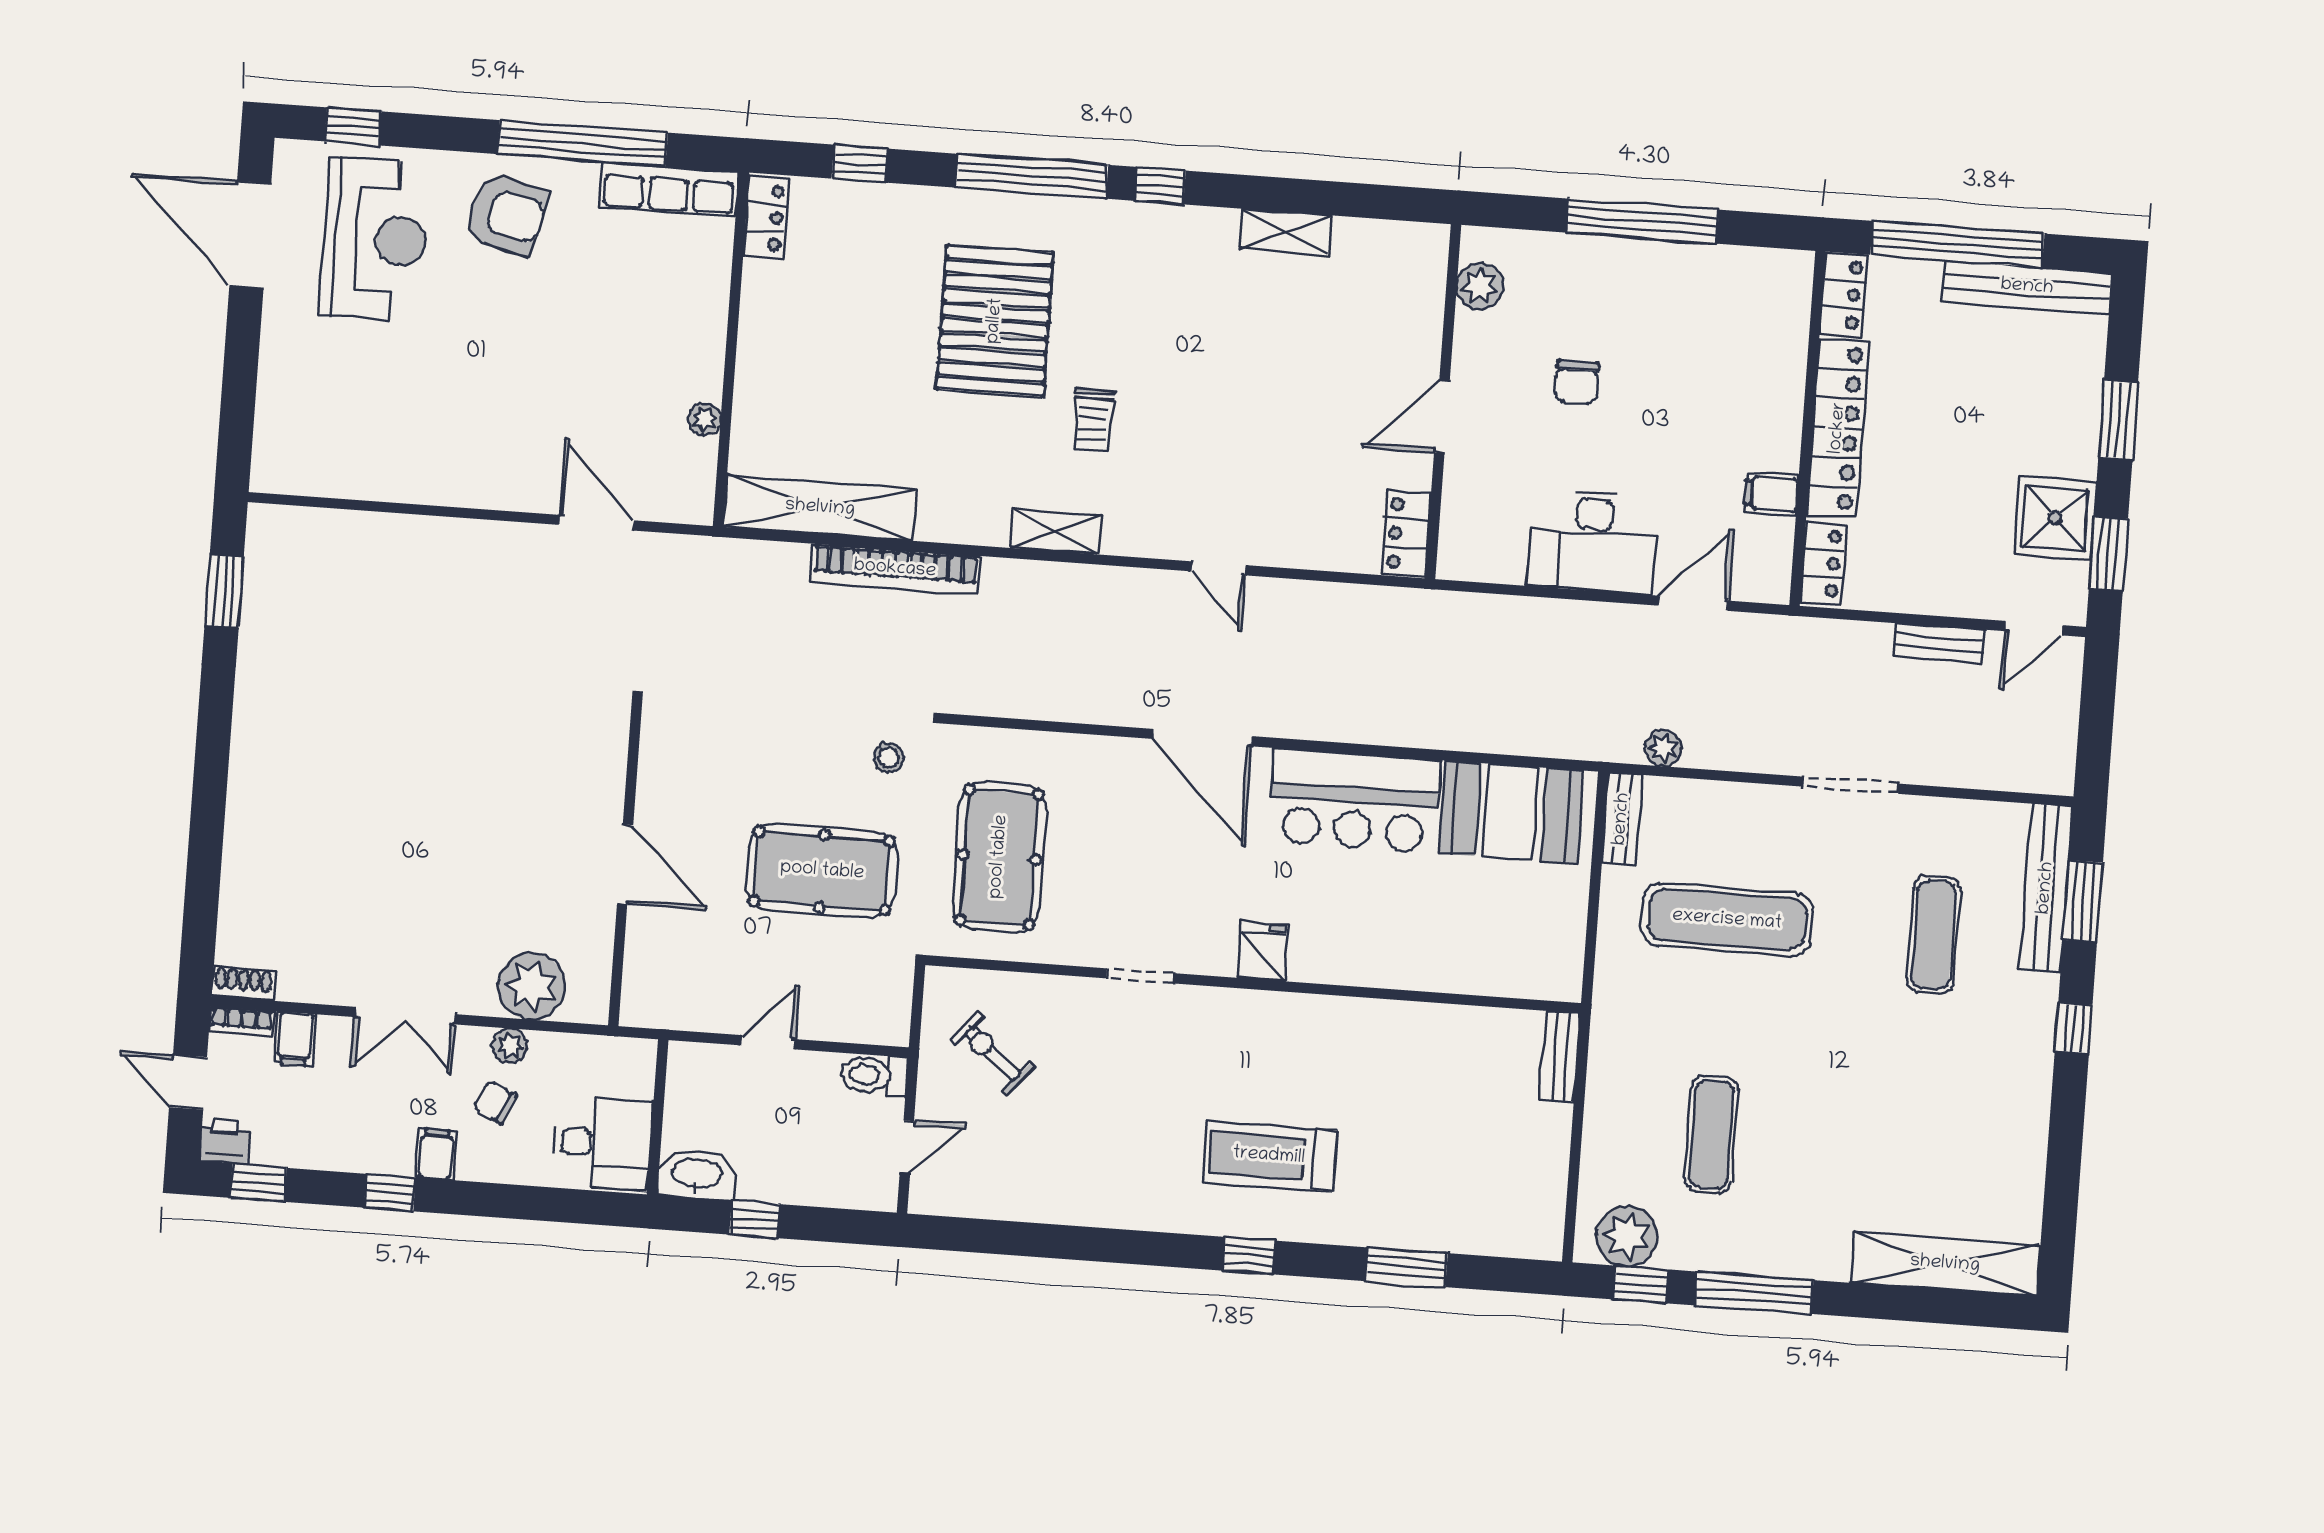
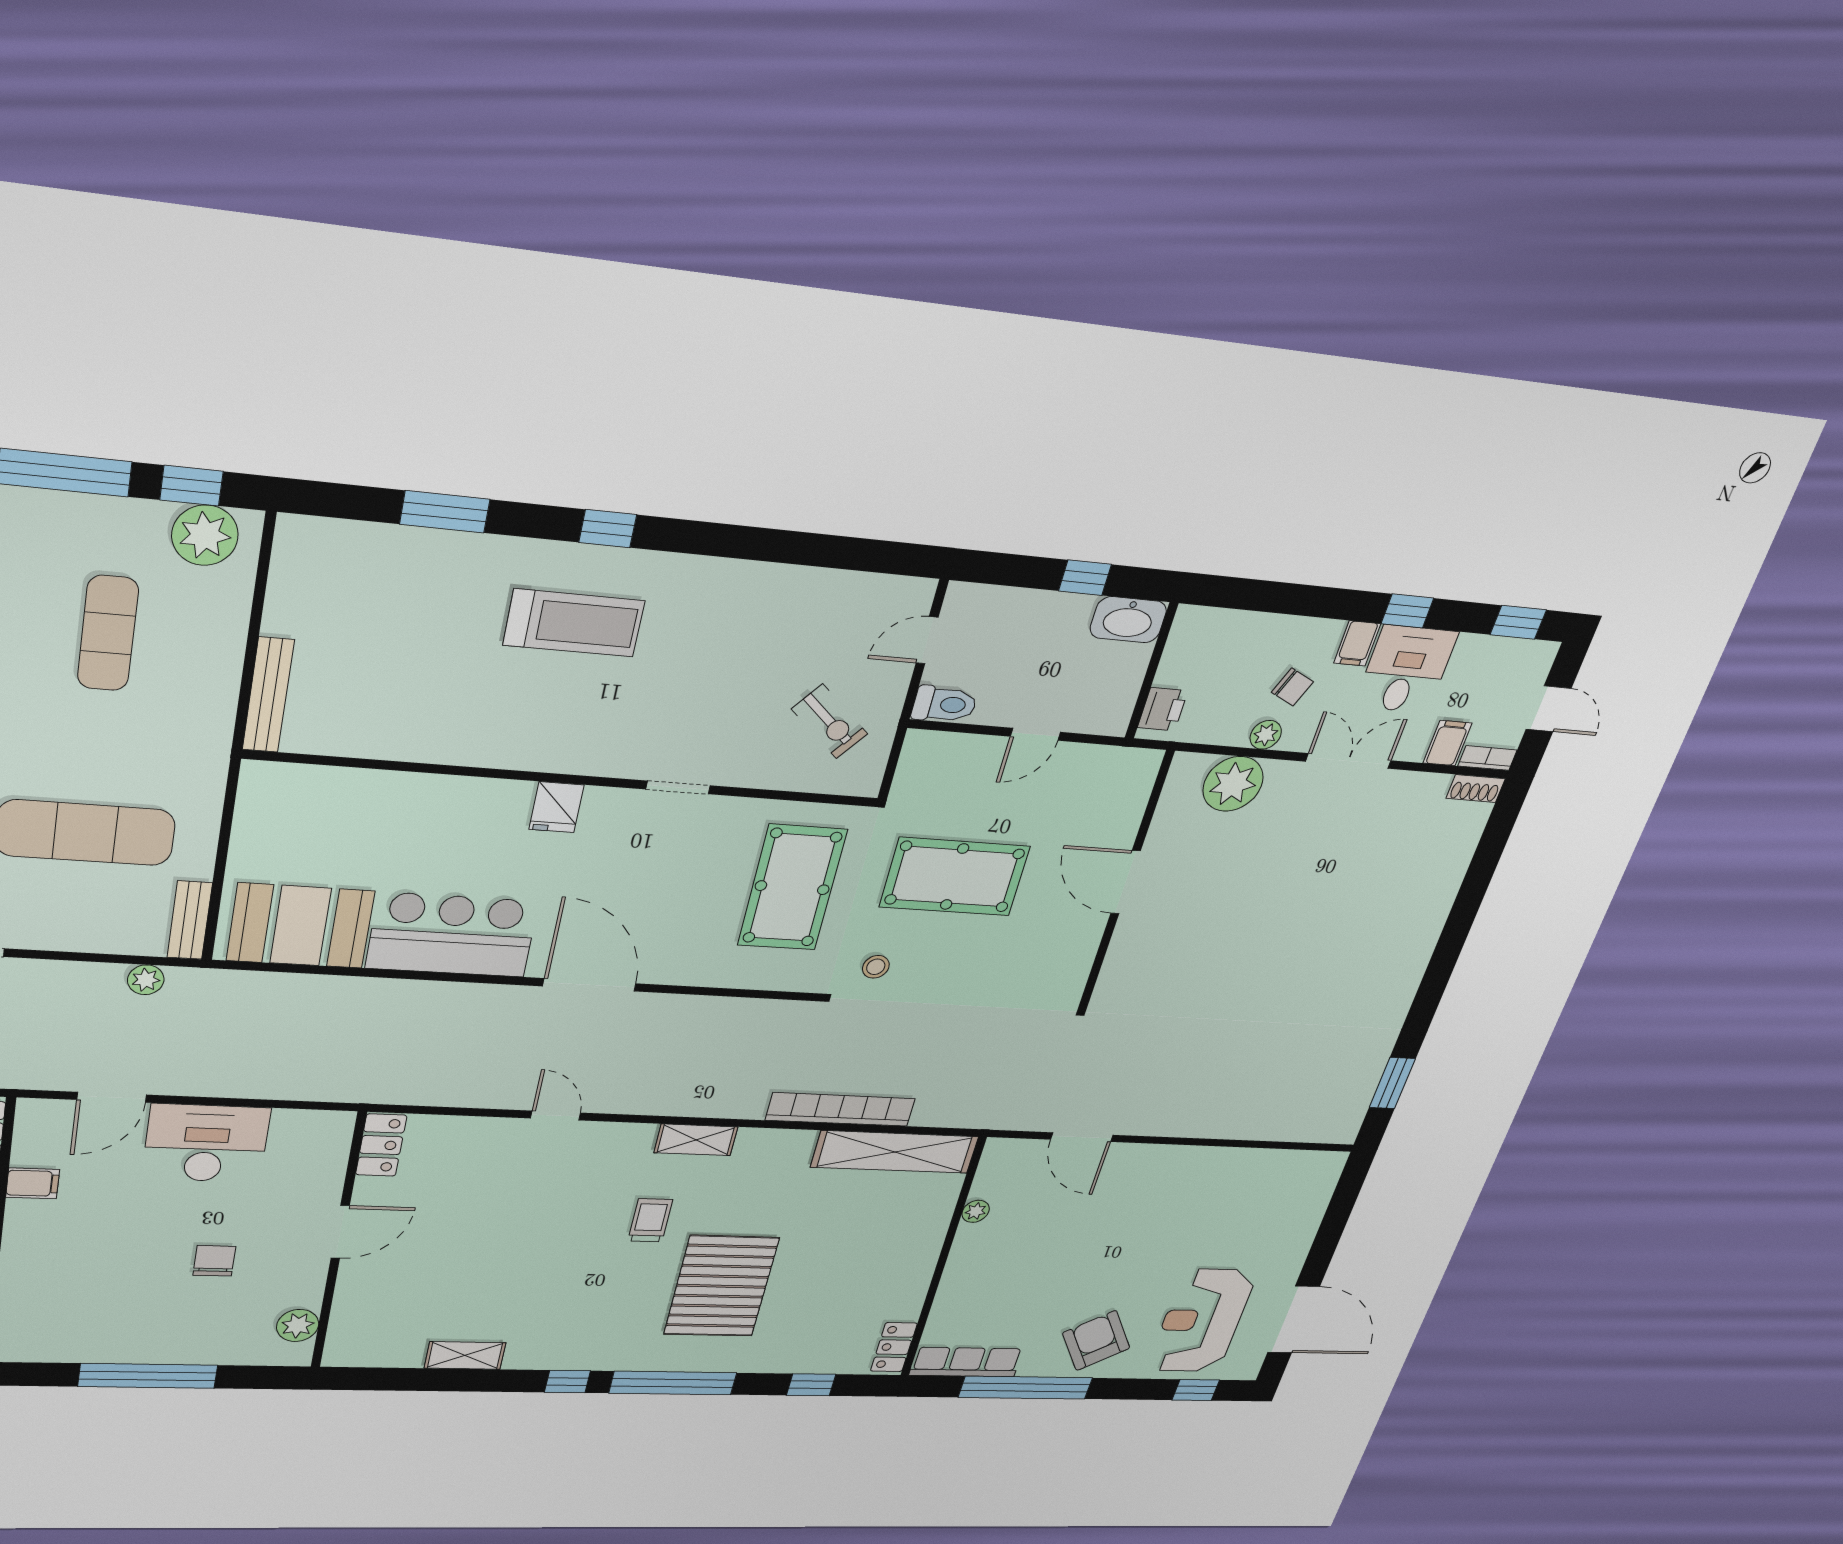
armchair: (507, 214) -> (1096, 1341), turned 45
bench: (1560, 1057) -> (268, 695), width x1.36
printer: (224, 1142) -> (1163, 709), moved, turned -90
desk: (602, 1143) -> (1406, 669), moved, turned 90

